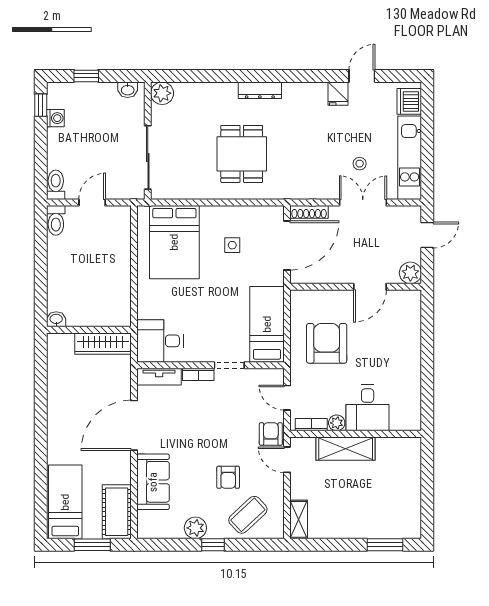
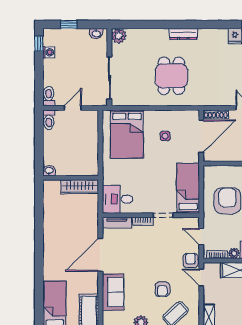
washbasin: (56, 319) -> (49, 171), moved
wall: (89, 330) -> (71, 178), moved
wardrobe: (103, 344) -> (80, 187), moved

